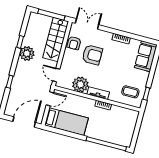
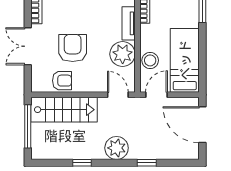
double door: (87, 24) -> (28, 46), moved
plant: (27, 53) -> (117, 148), moved
door: (56, 75) -> (118, 95), swing flipped
door: (50, 99) -> (157, 95), hinge flipped
stool: (72, 100) -> (150, 60), added

